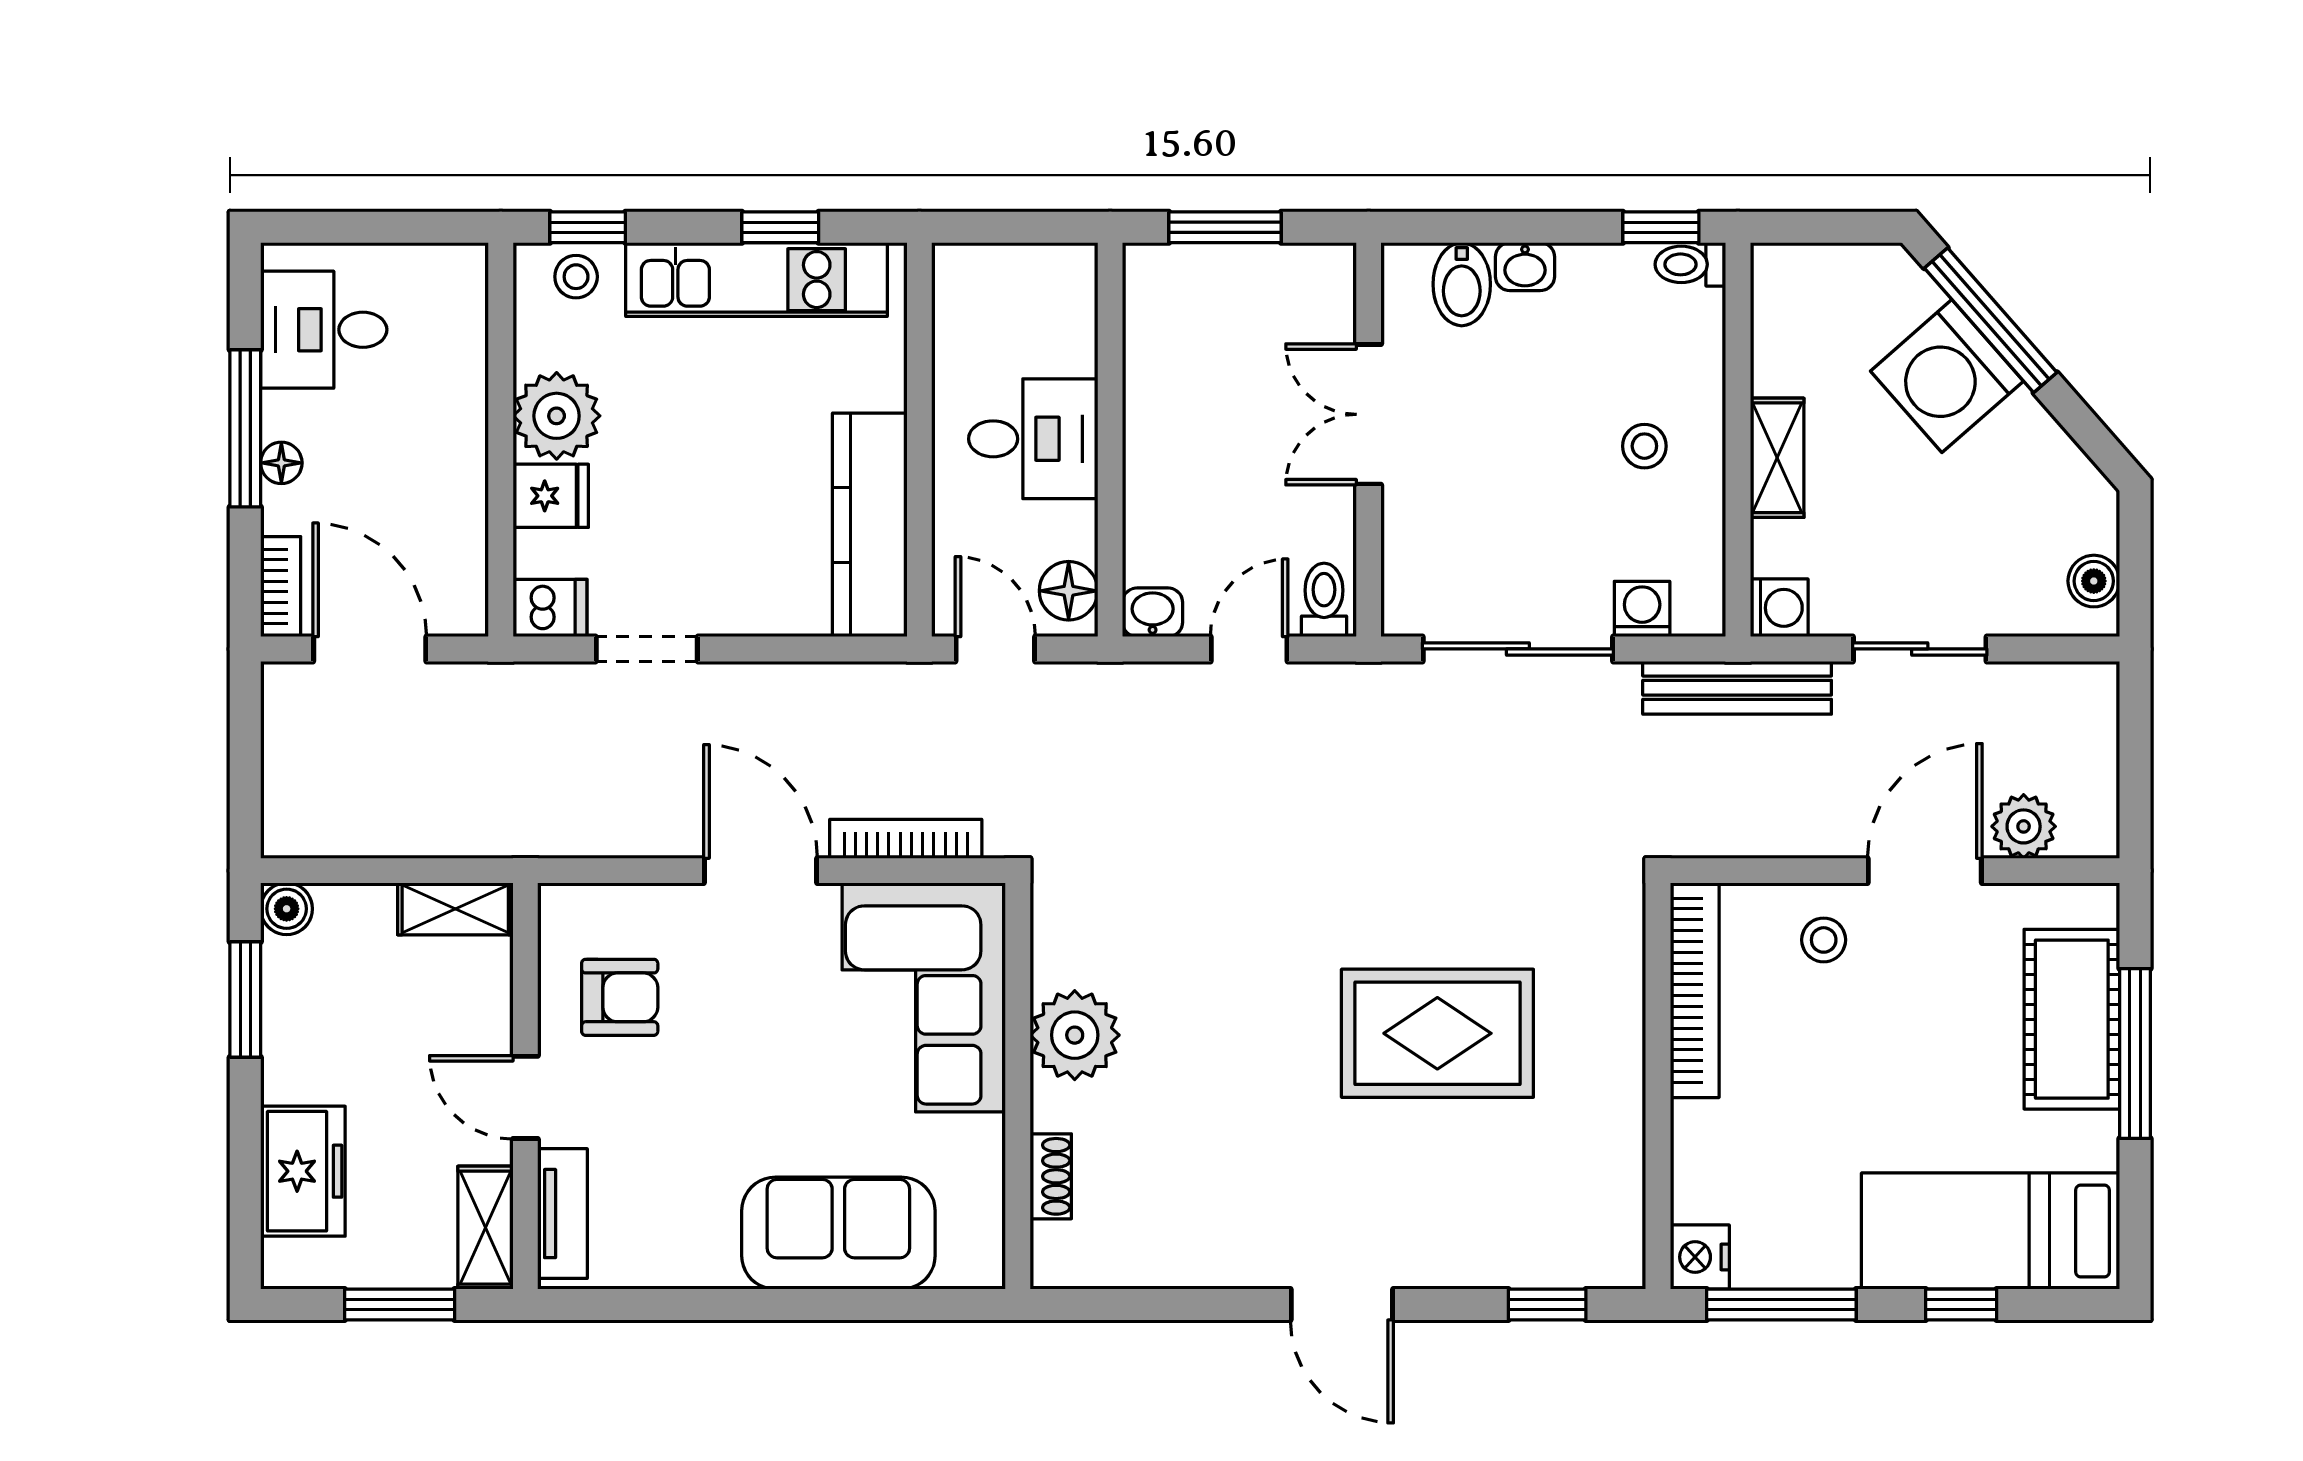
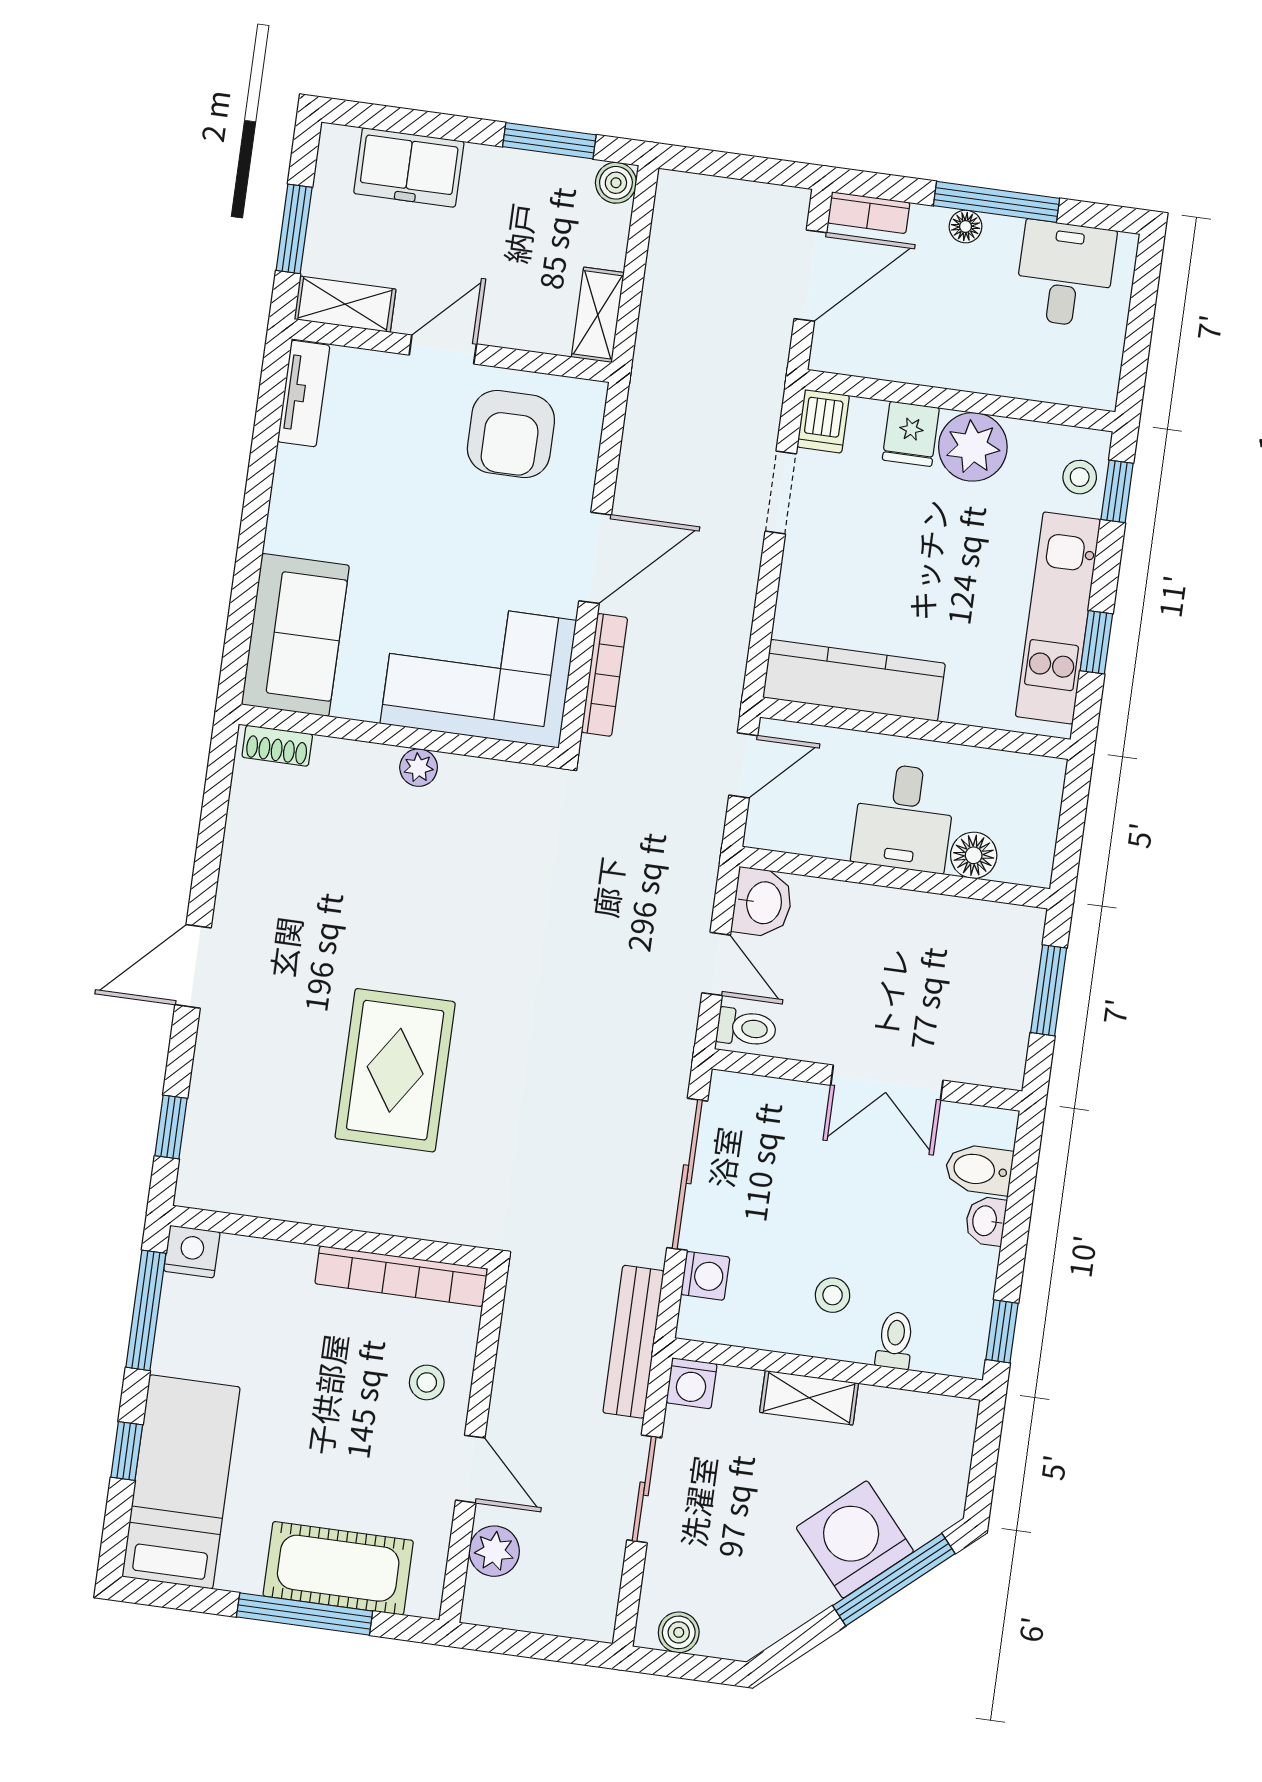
toilet: (1690, 264) -> (895, 1340), moved
double door: (1369, 414) -> (887, 1083), swing flipped
floor lamp: (1069, 591) -> (974, 855), moved
washbasin: (1153, 612) -> (762, 903), width x1.38, depth x1.45
door: (1925, 871) -> (470, 1469), width x0.73
armchair: (620, 997) -> (511, 434), width x1.38, depth x1.38
plant: (1075, 1035) -> (419, 768), width x0.53, depth x0.53
shoe rack: (1051, 1176) -> (277, 746), moved
tv unit: (562, 1214) -> (304, 394), moved, turned -90
sofa: (838, 1233) -> (295, 635), moved

